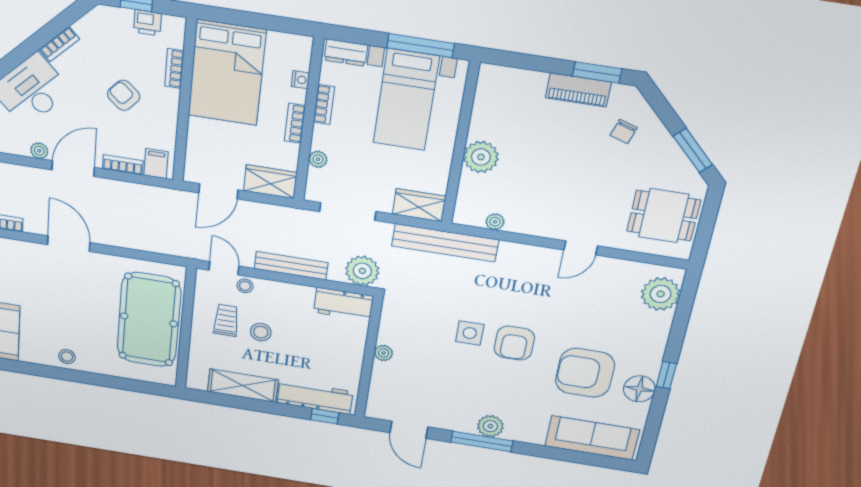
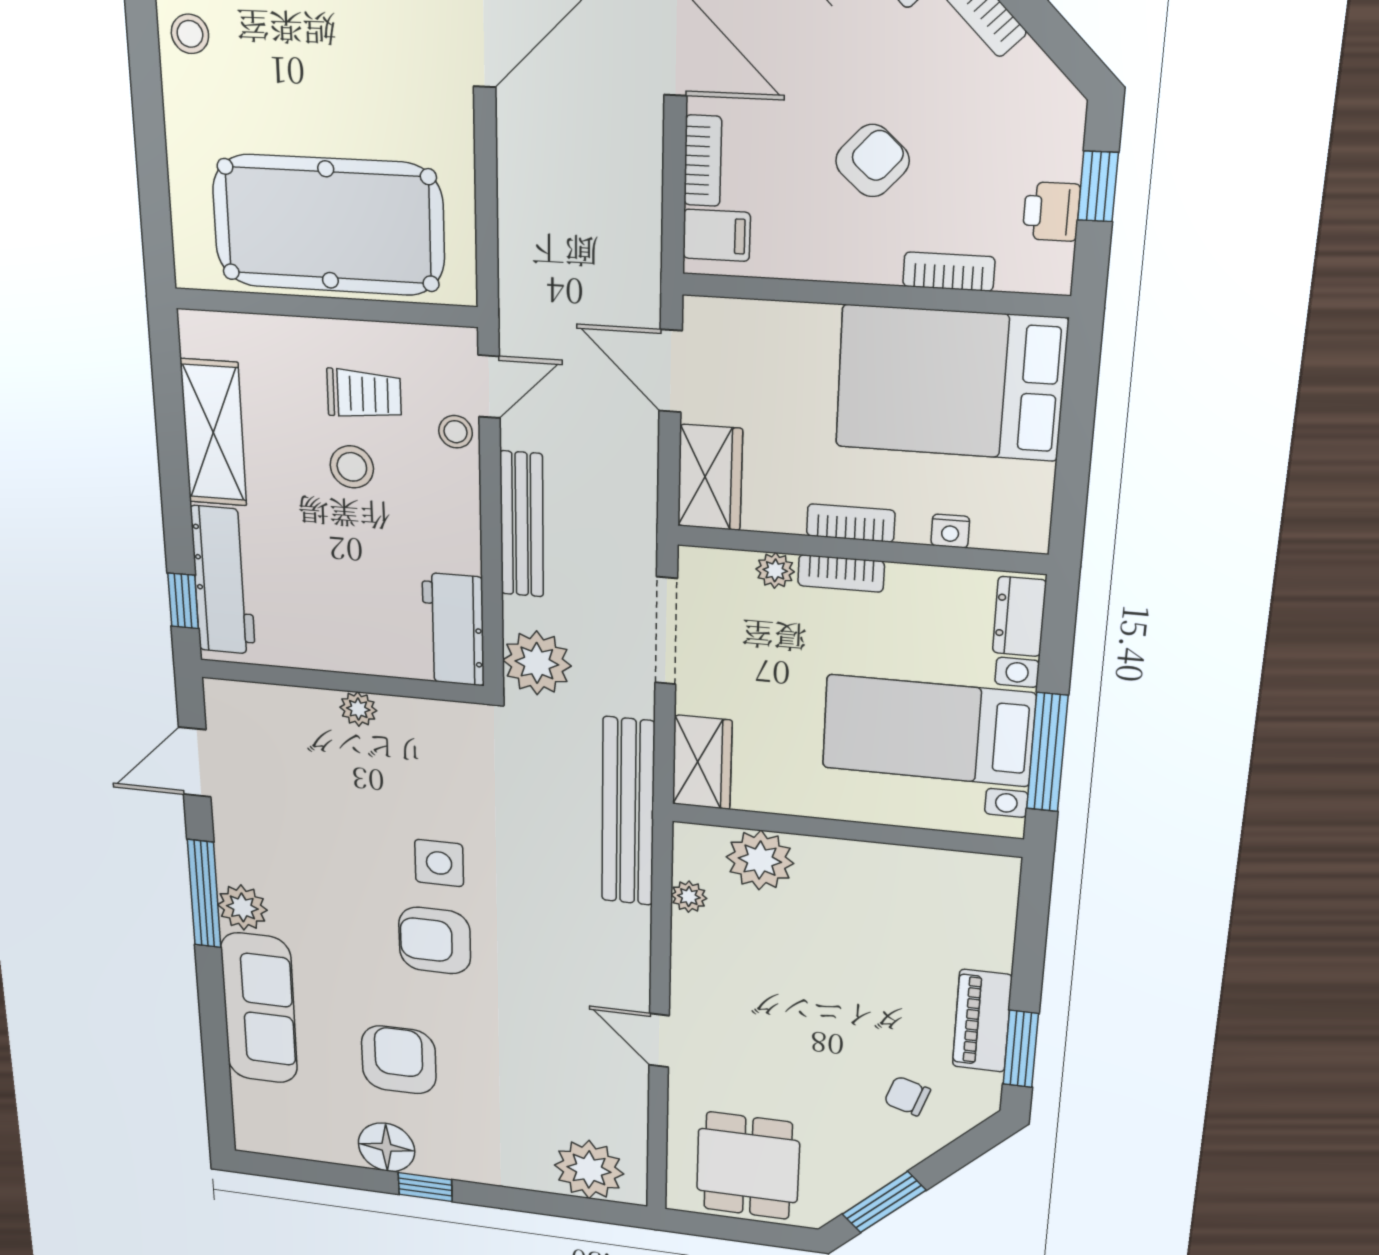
bookcase: (324, 104) -> (841, 573), moved
plant: (481, 157) -> (760, 860), moved
armchair: (585, 373) -> (399, 1060), width x0.73, depth x0.73
sofa: (592, 438) -> (259, 1008), moved

